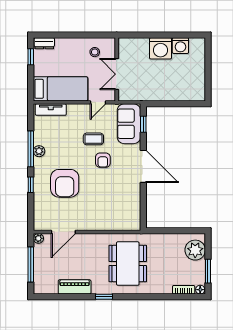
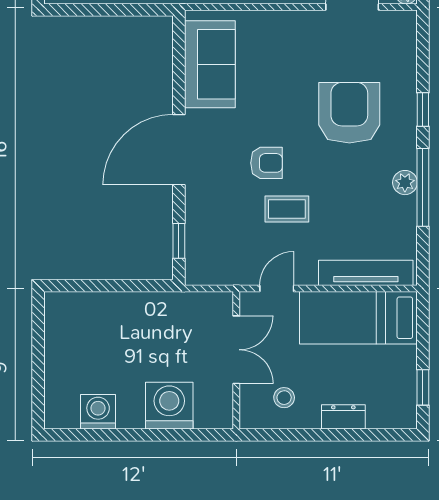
dresser: (44, 43) -> (343, 417), moved
washing machine: (161, 48) -> (169, 406), moved
tv unit: (51, 110) -> (366, 273), width x1.41
sofa: (129, 124) -> (210, 64), moved
armchair: (103, 160) -> (266, 163), turned 90
door: (143, 166) -> (179, 150), hinge flipped

